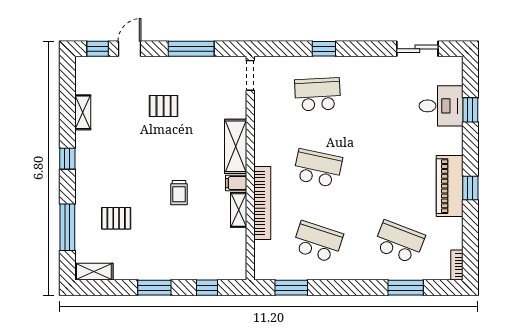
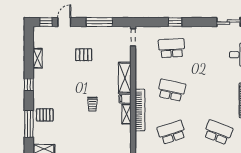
pallet: (116, 218) -> (45, 115), moved
school desk: (318, 242) -> (172, 132), turned -36

